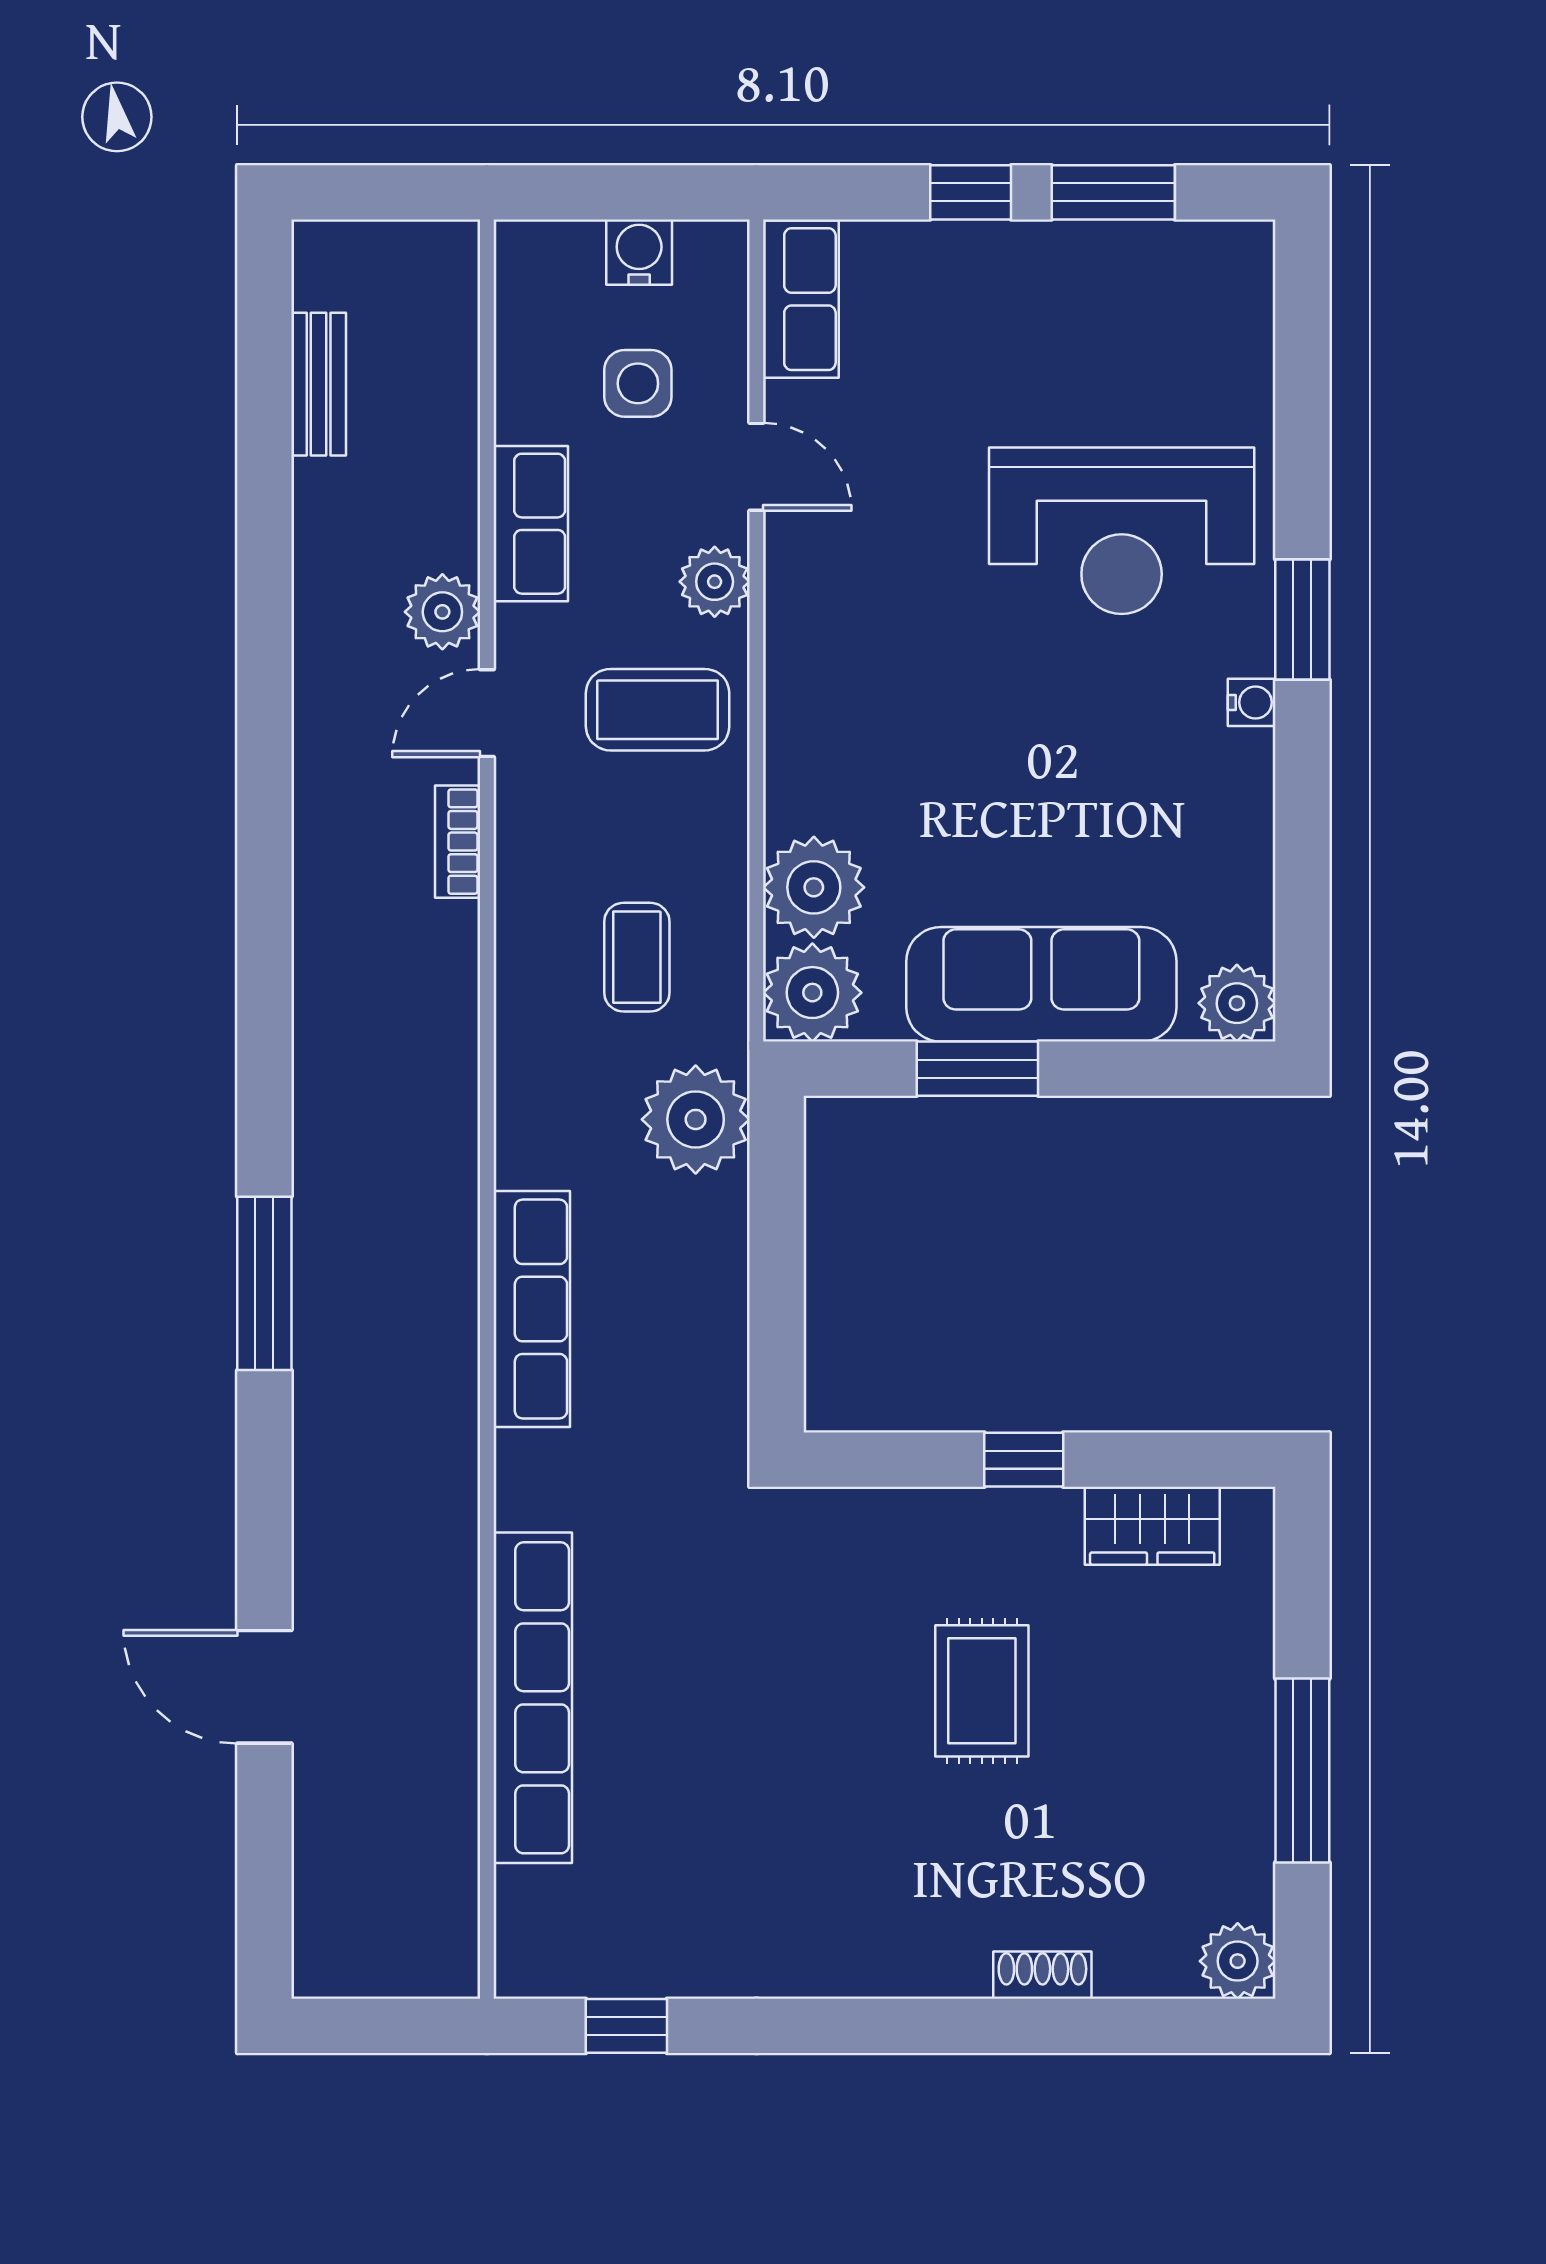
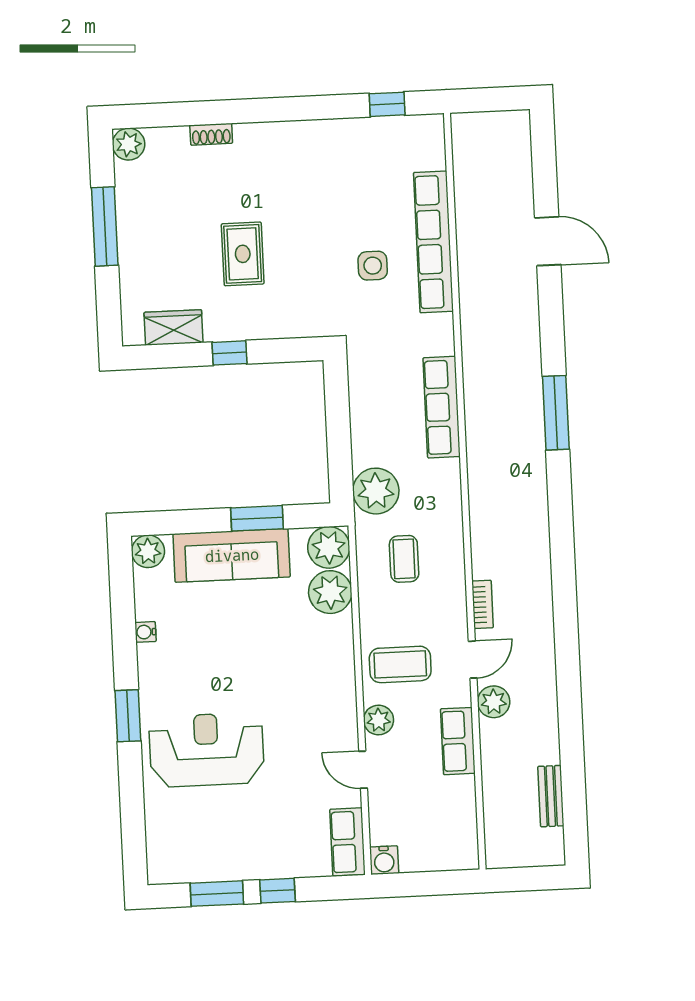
water cooler: (639, 252) -> (384, 860), moved
side table: (638, 383) -> (373, 266), moved
water cooler: (1252, 702) -> (146, 632), moved

